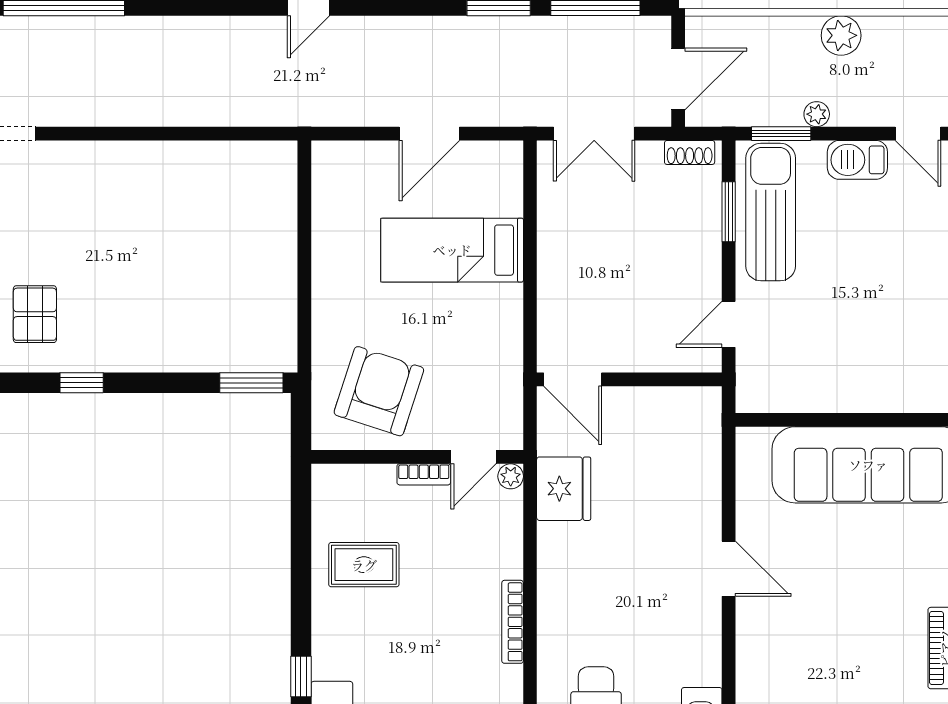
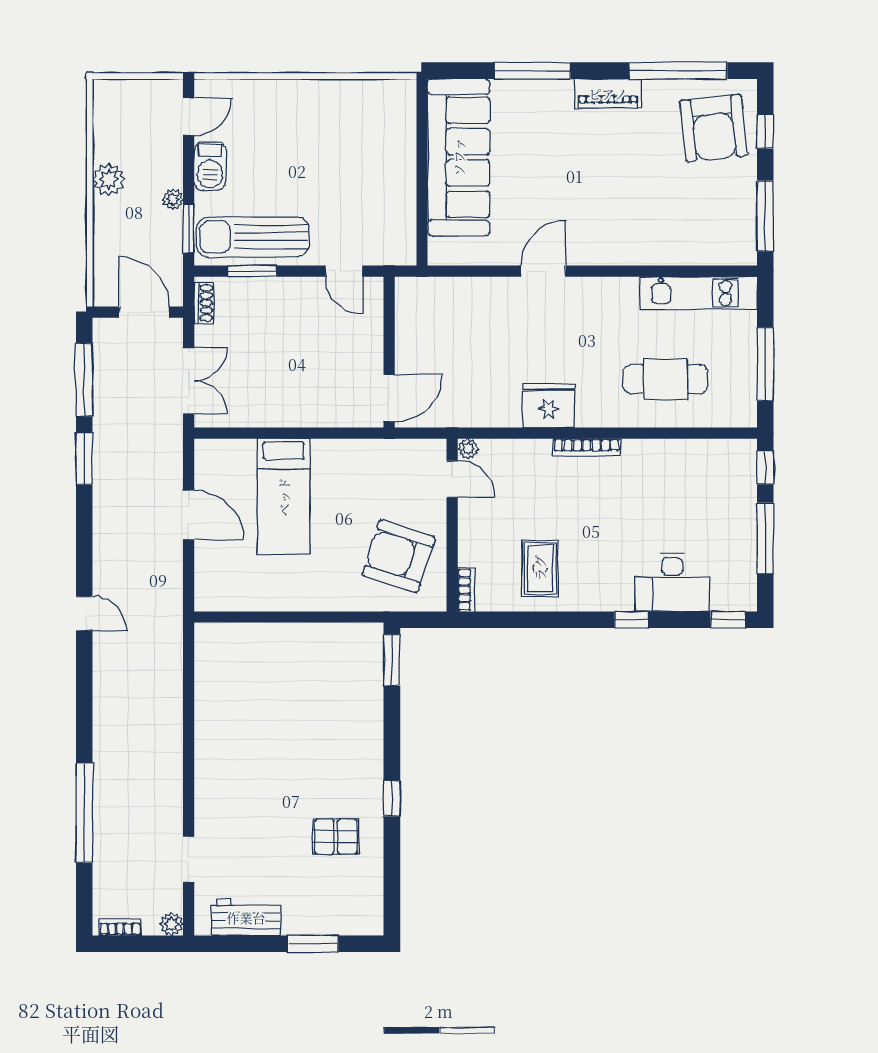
bookcase: (424, 474) -> (466, 590), moved
fridge: (564, 489) -> (549, 406), moved

